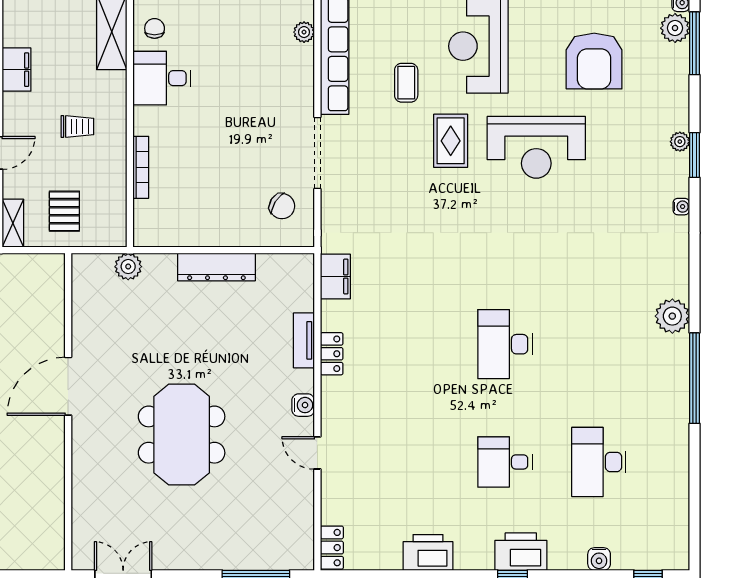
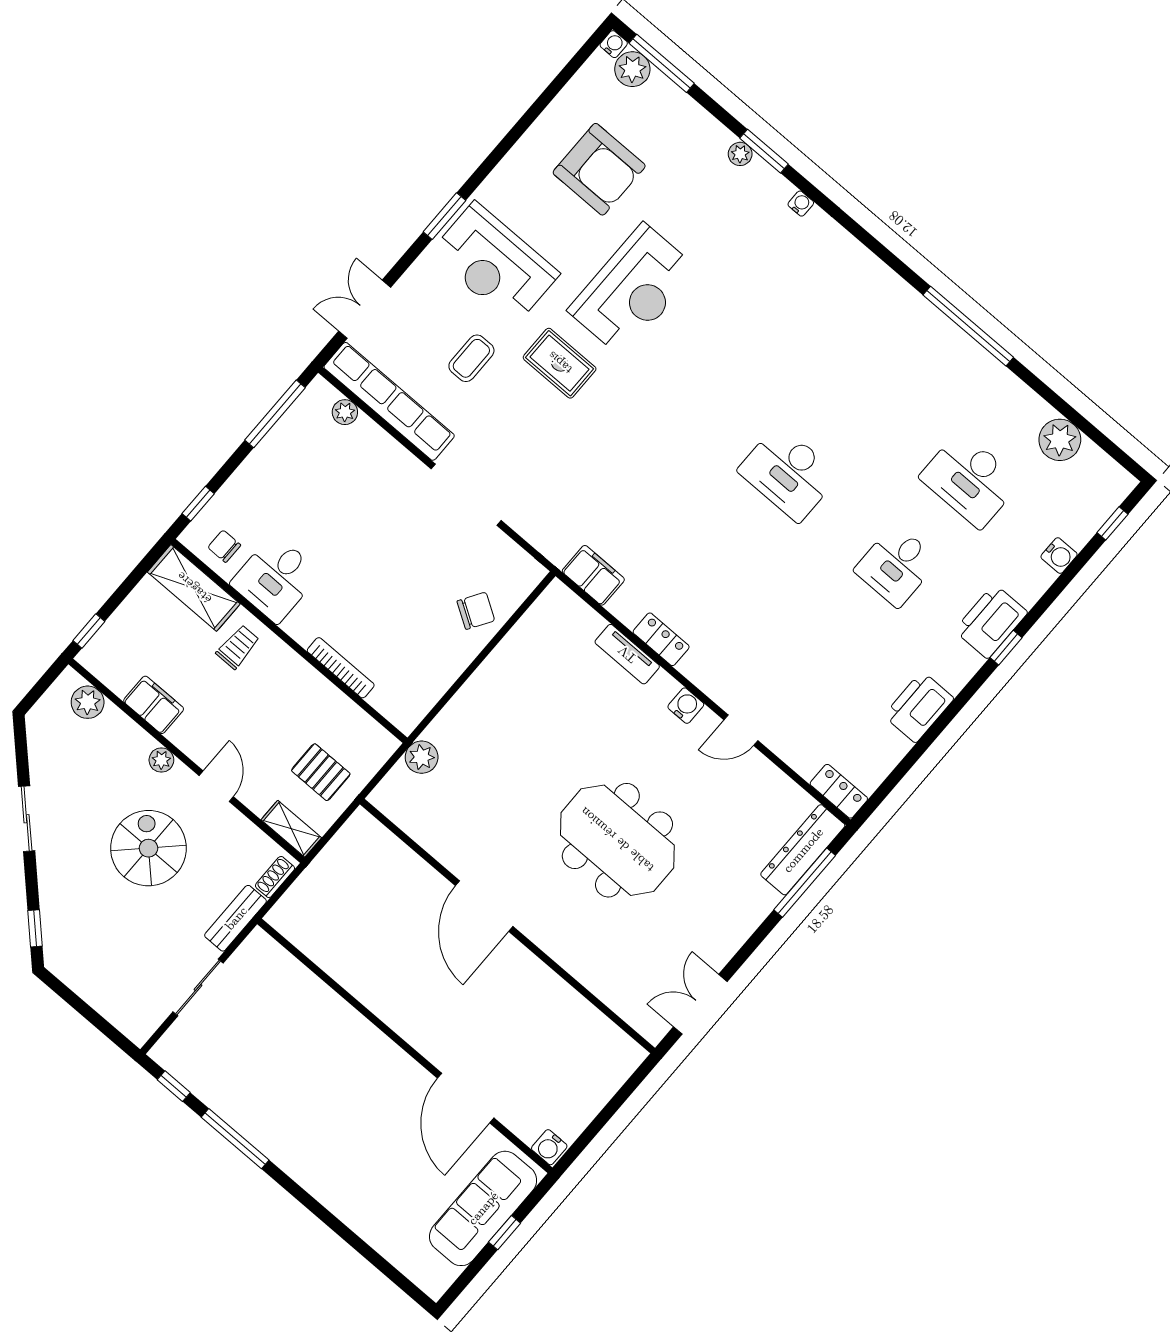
coffee table: (406, 83) -> (471, 358), turned 90
trolley: (77, 127) -> (238, 647), moved
chair: (282, 206) -> (476, 611), moved
dresser: (216, 267) -> (803, 850), moved, turned 180
plant: (672, 316) -> (1060, 440), moved

